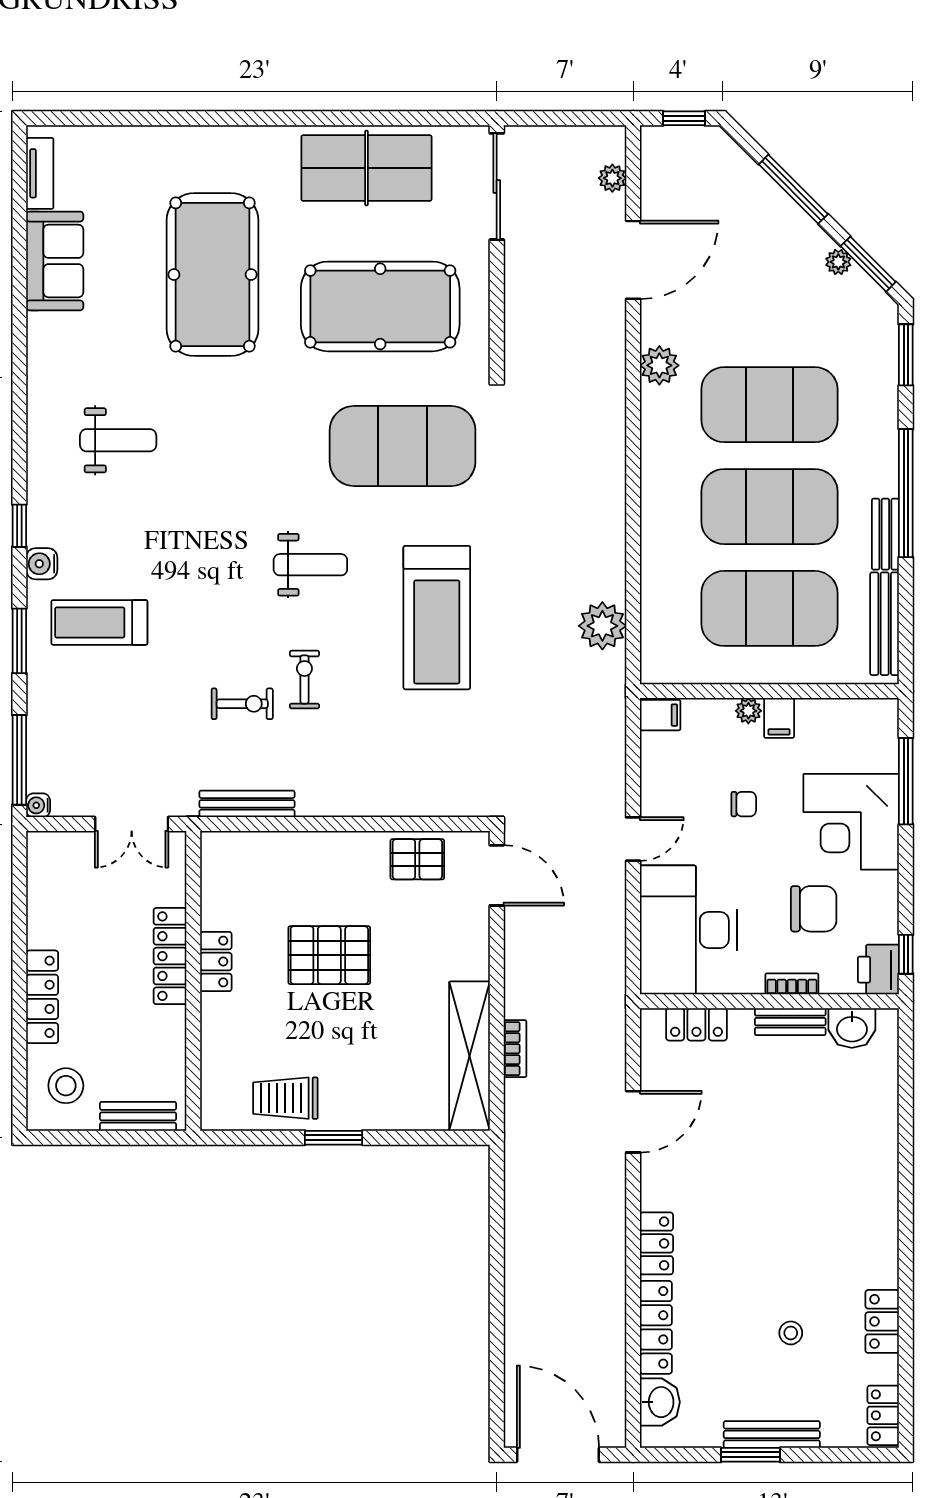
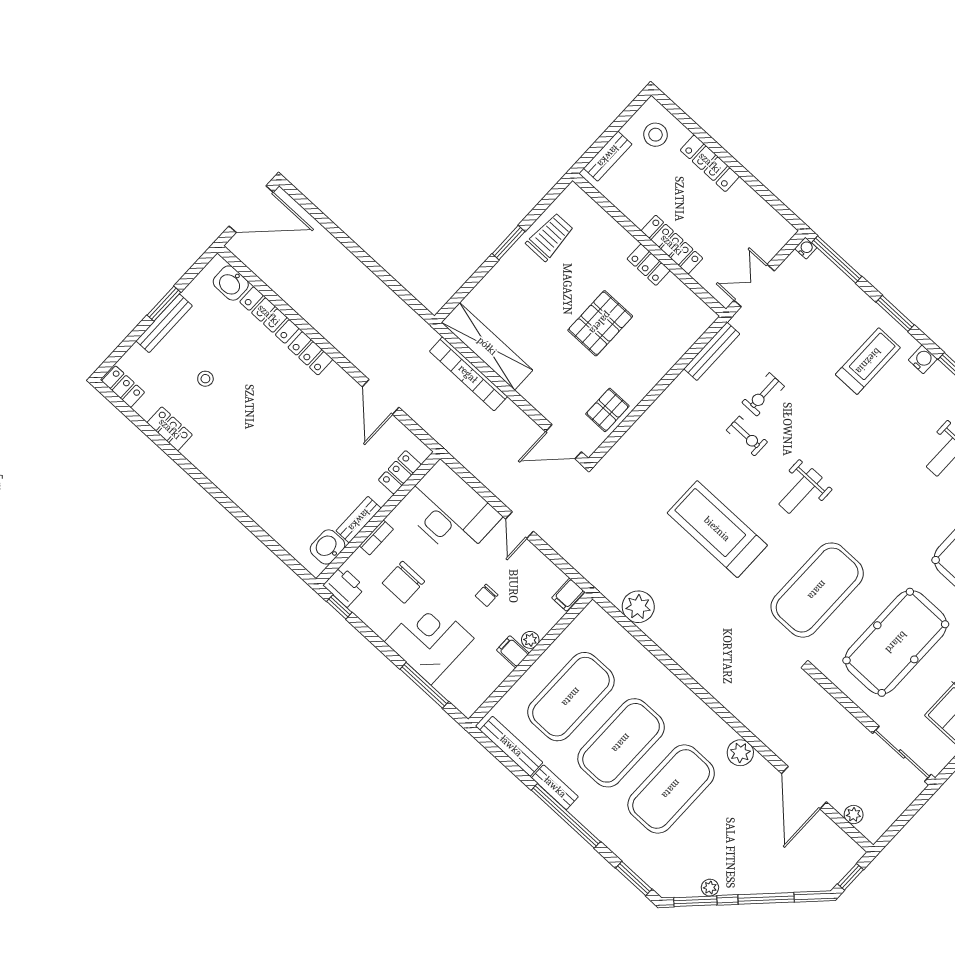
bookcase: (515, 1049) -> (468, 374), width x2.31, depth x1.31

